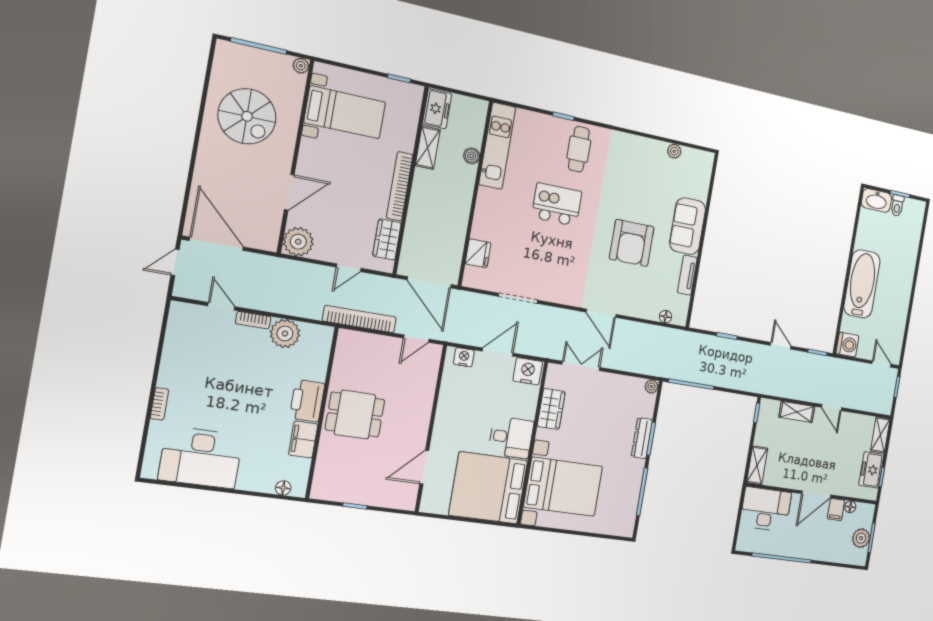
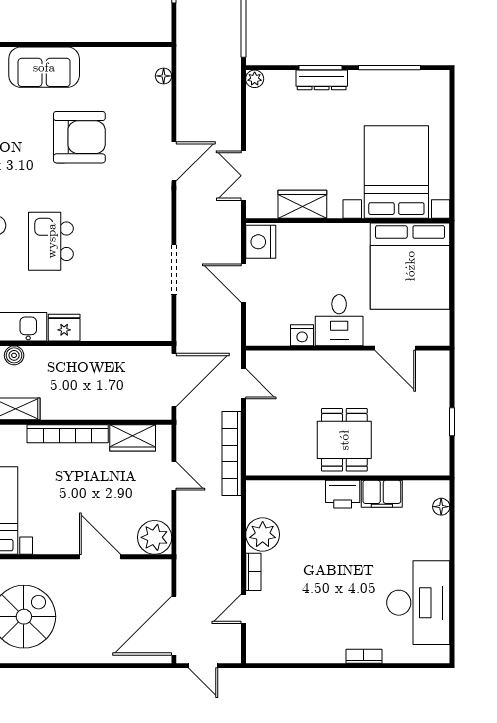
fridge: (478, 253) -> (64, 328), moved
tv unit: (687, 275) -> (106, 56), removed
nightstand: (464, 357) -> (302, 335), moved, turned -90
printer: (307, 401) -> (343, 494), width x0.73, depth x0.84
desk: (511, 437) -> (339, 320), moved, turned 180

